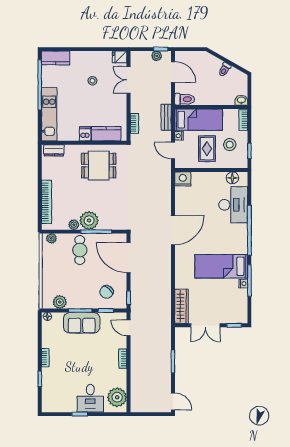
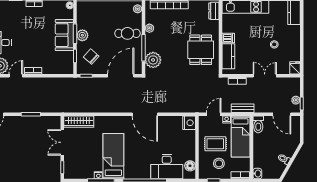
door: (173, 72) -> (282, 114), hinge flipped
double door: (129, 80) -> (265, 76), moved
plant: (89, 220) -> (153, 60), moved
plant: (60, 302) -> (82, 35), moved
door: (129, 328) -> (16, 76), moved

